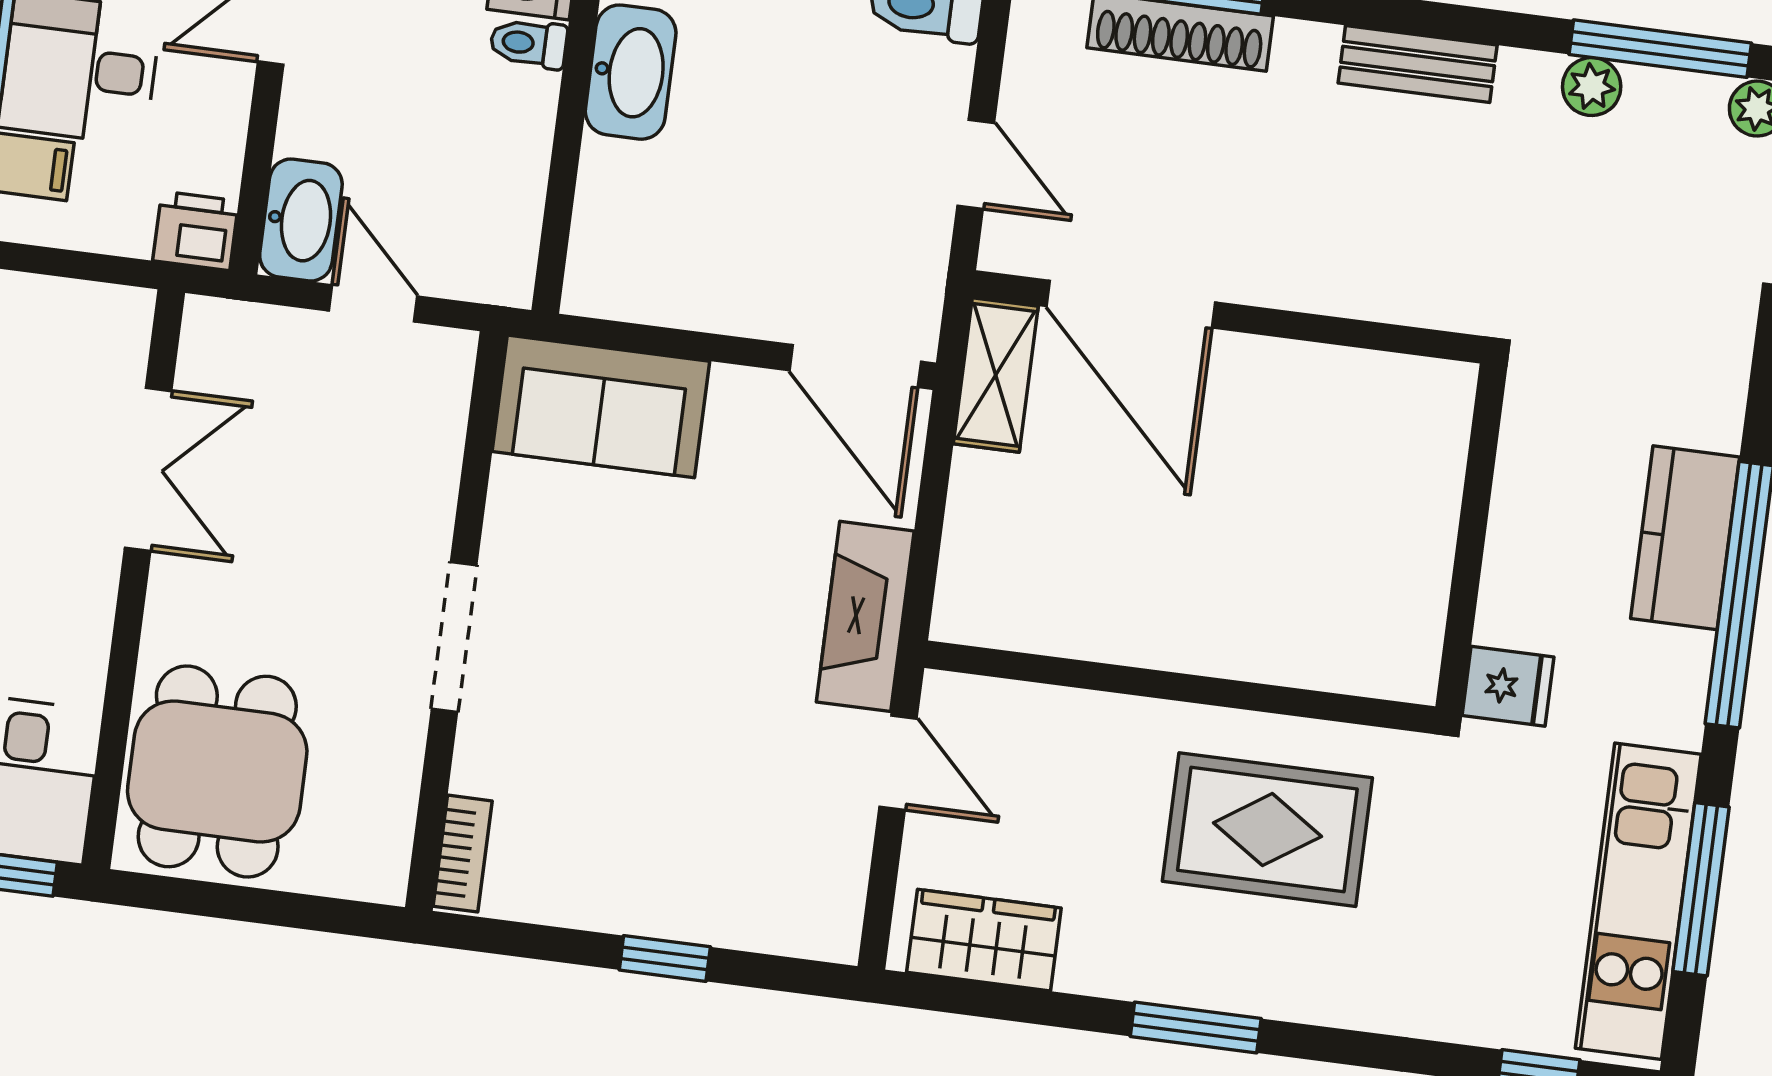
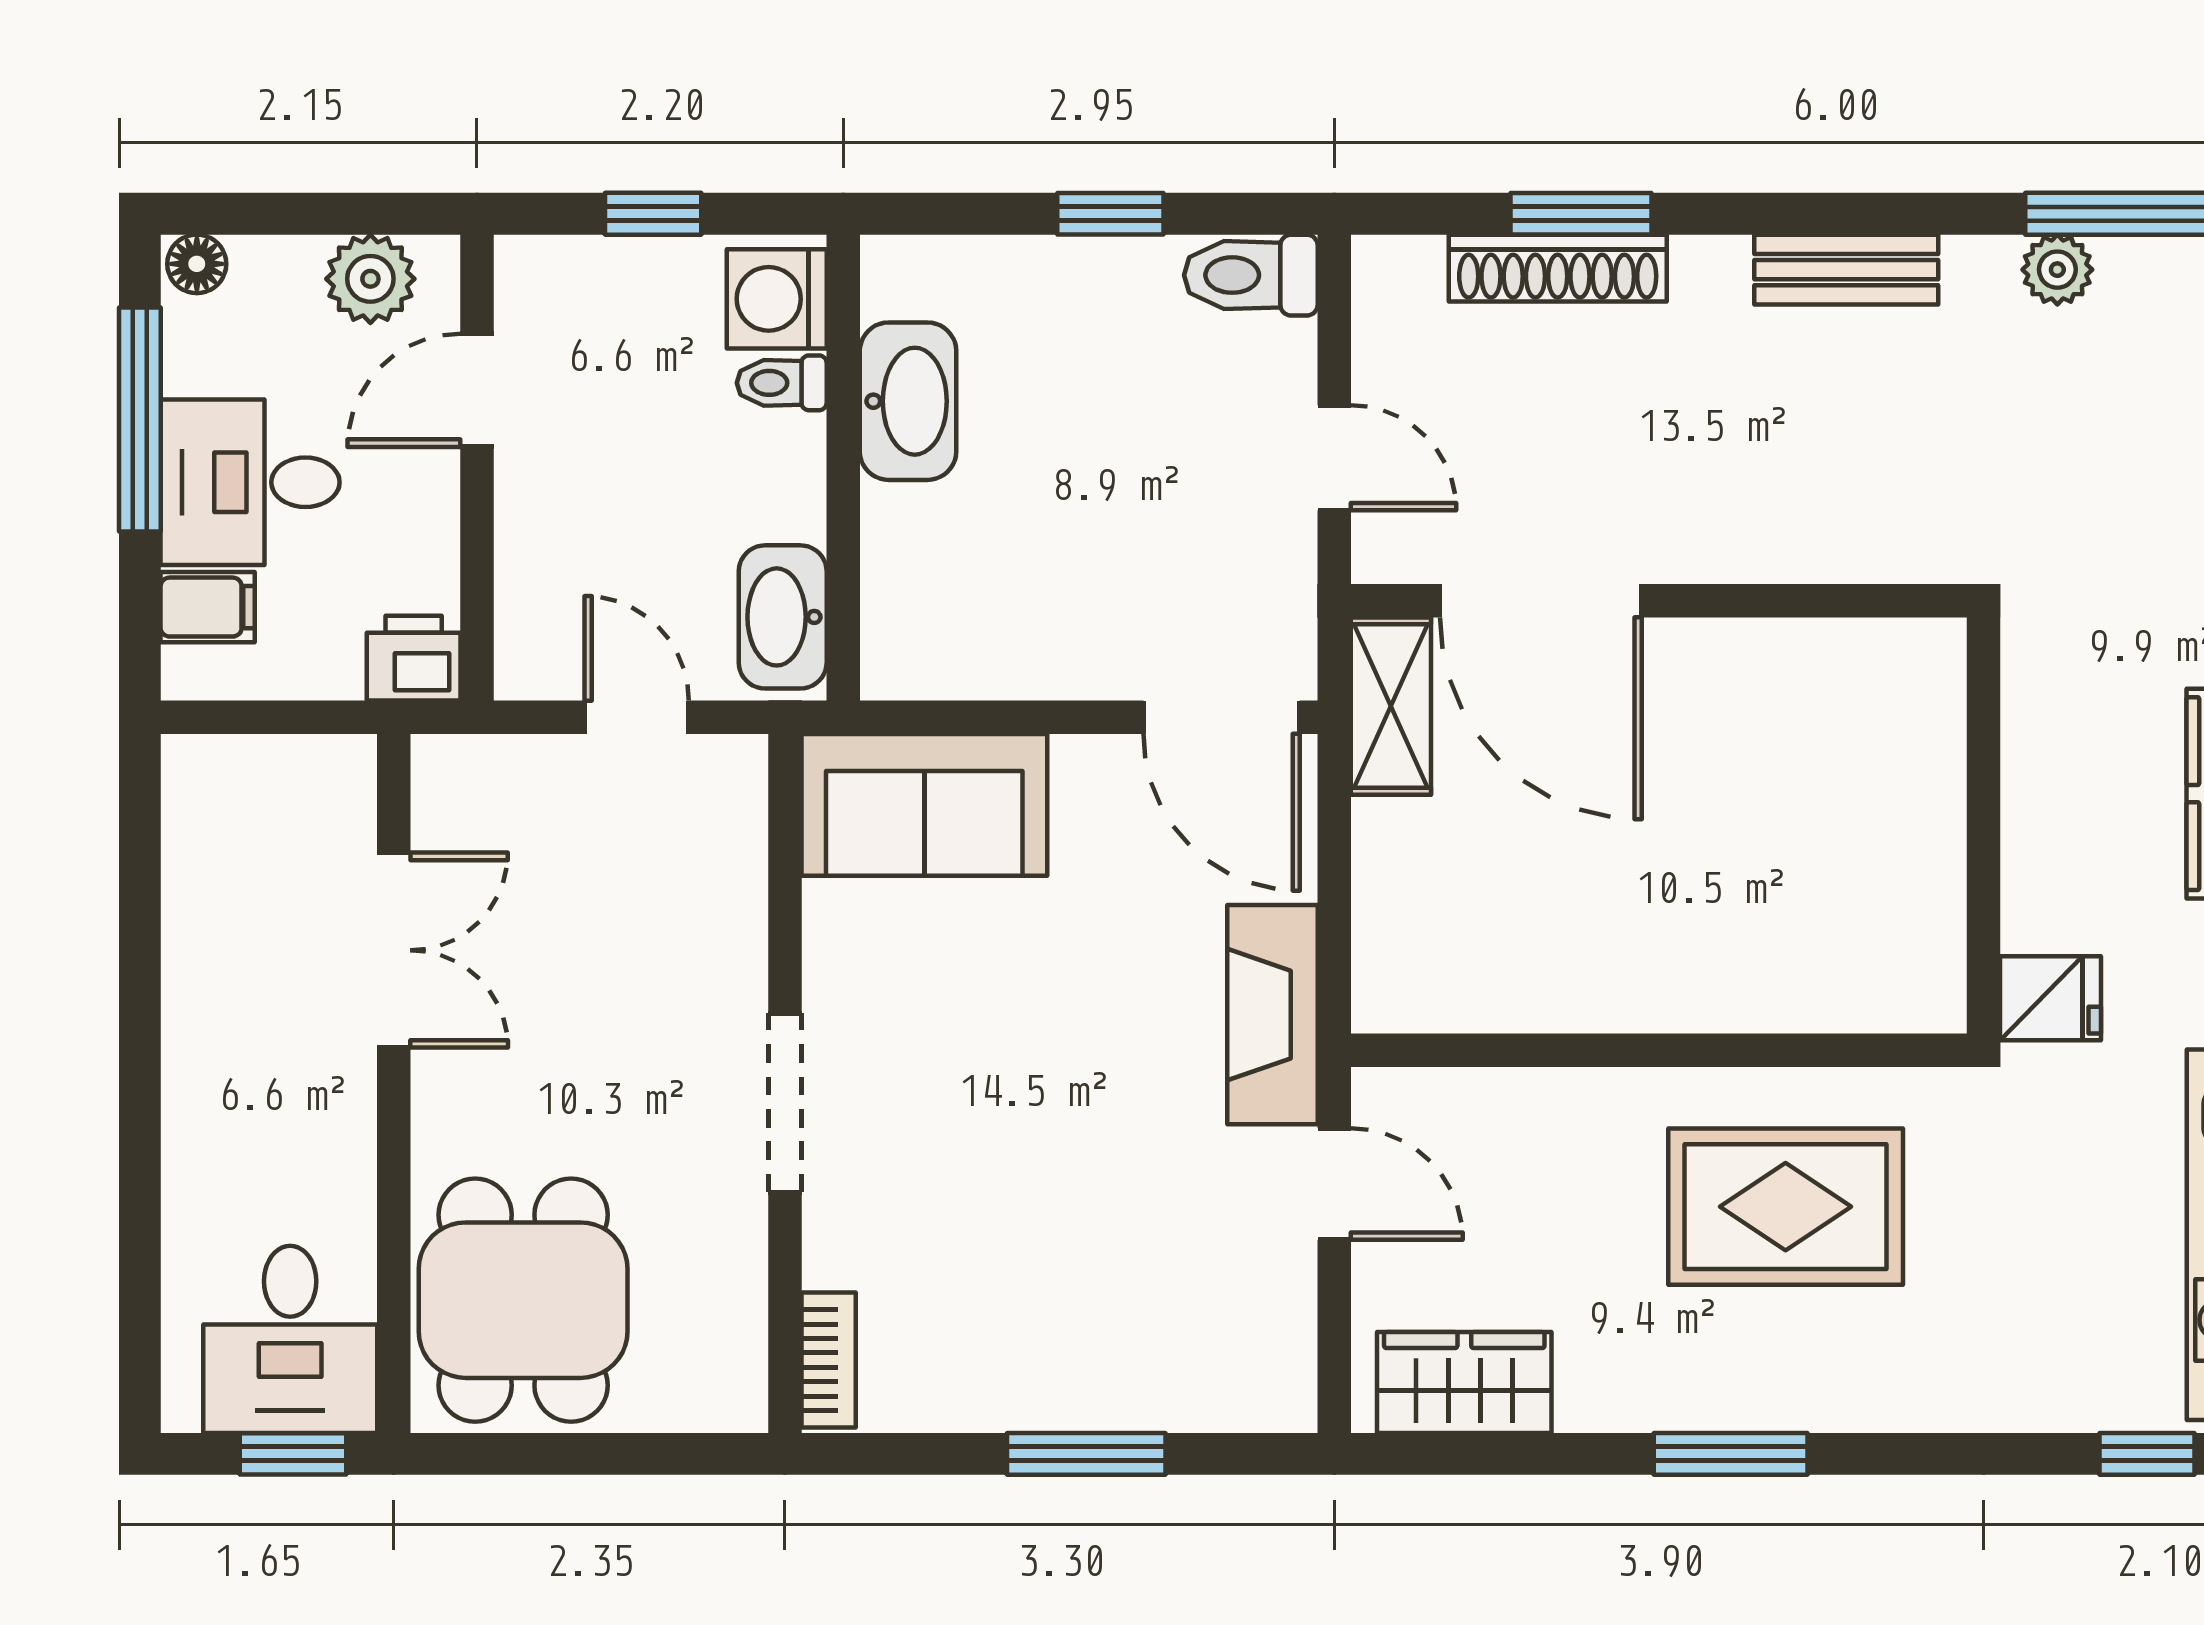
washbasin: (301, 220) -> (783, 617), moved, turned 180
window: (665, 958) -> (1086, 1454), width x1.50

